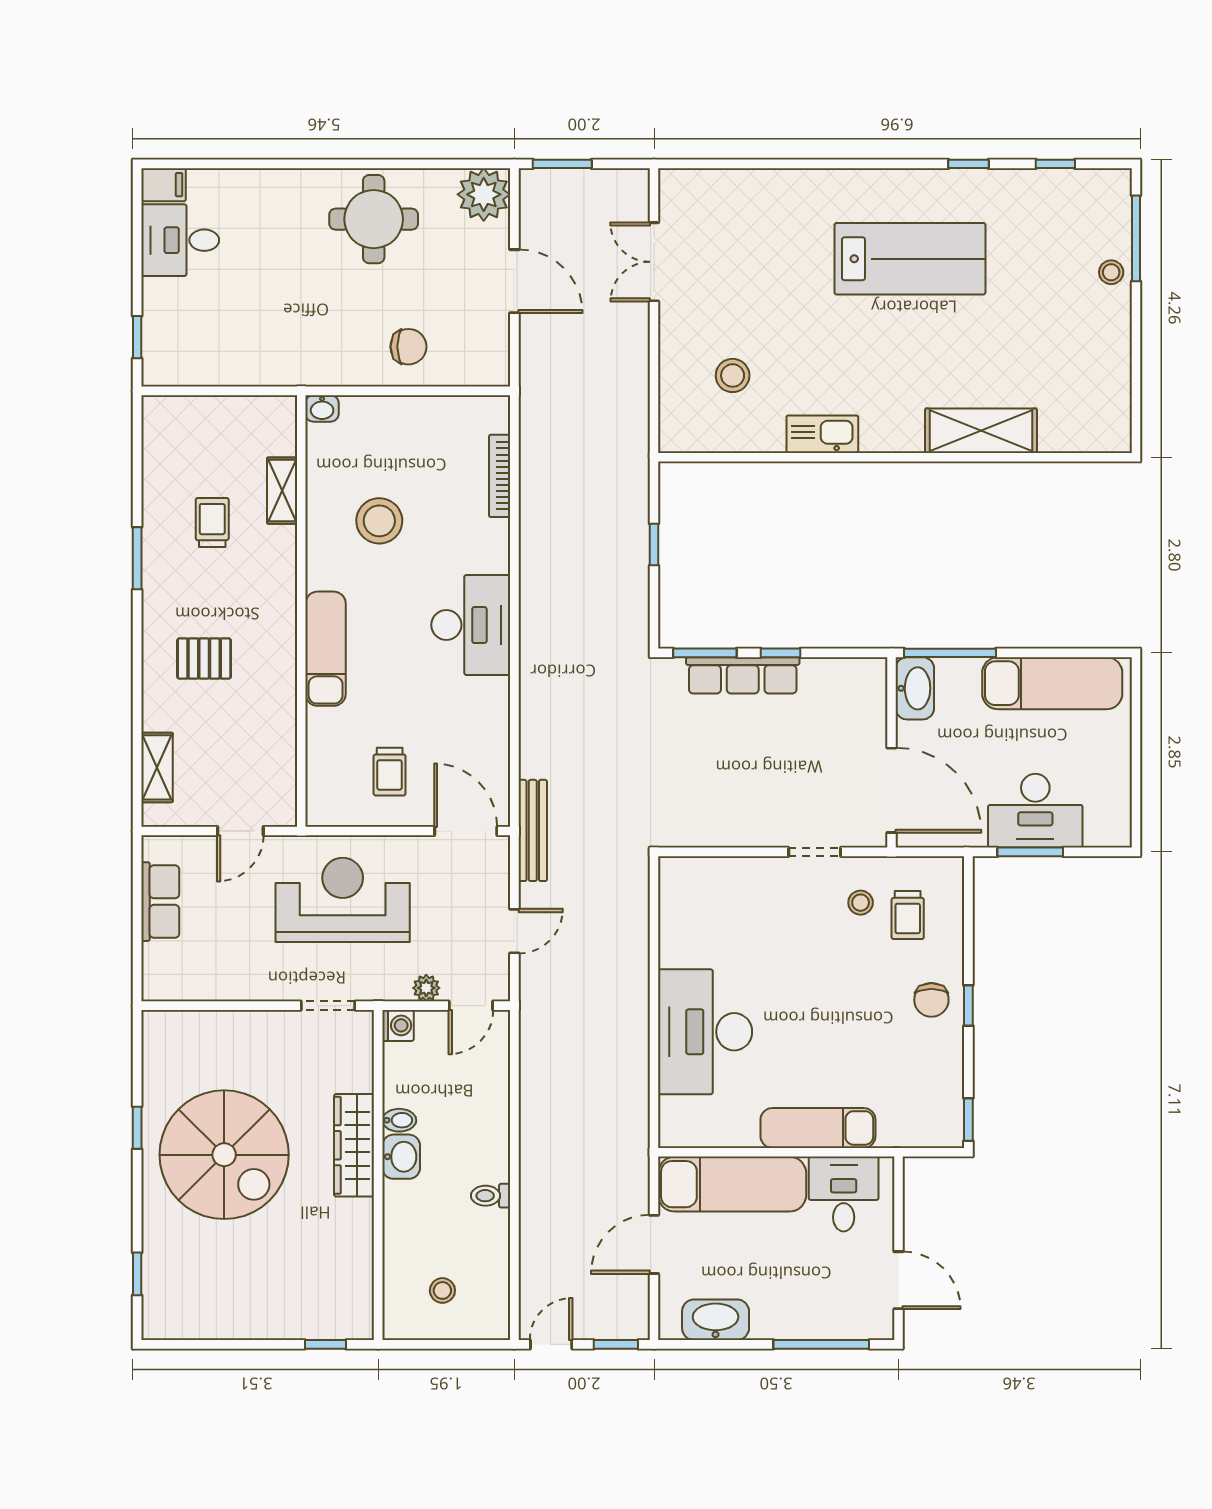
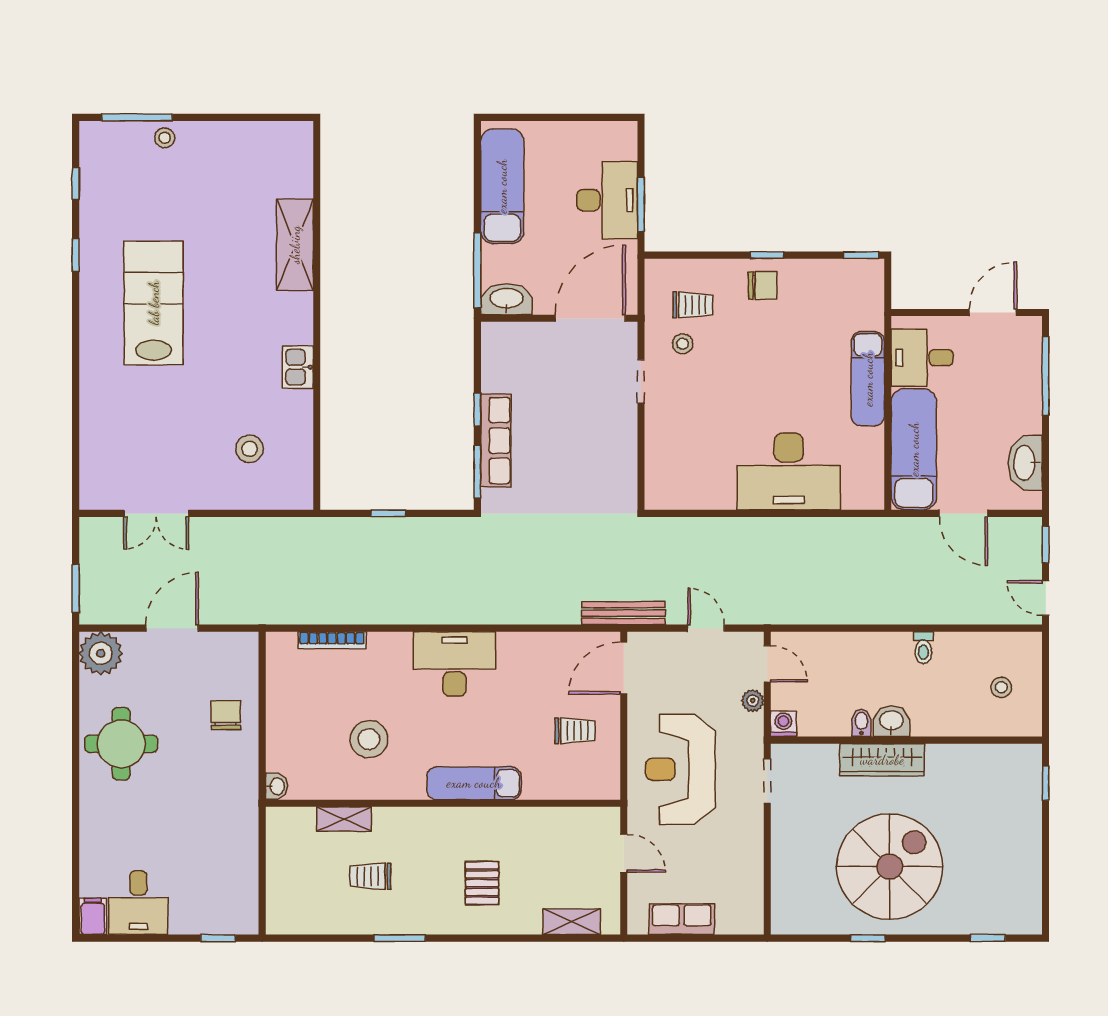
kitchen sink: (822, 434) -> (298, 367), width x0.73

